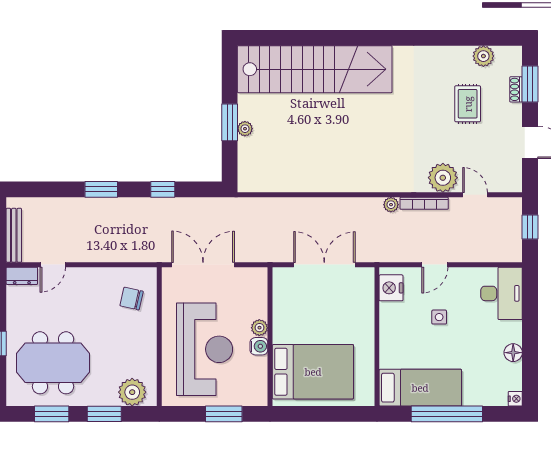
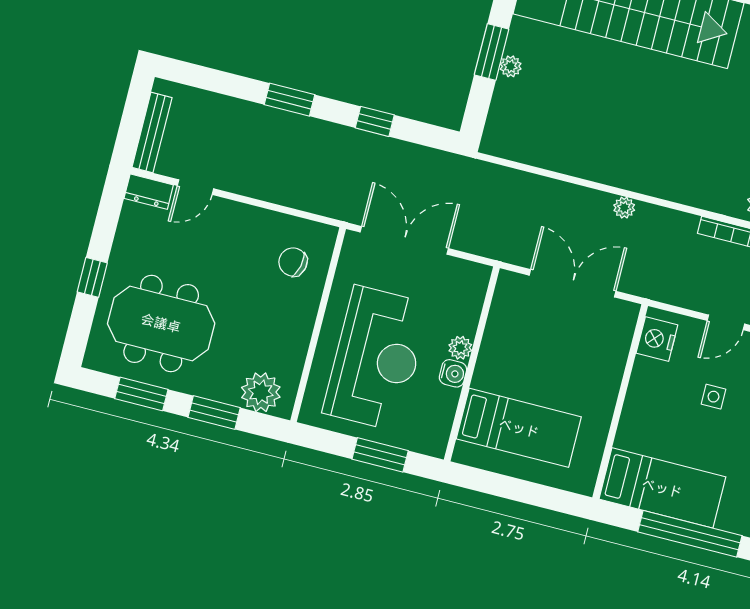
plant: (391, 205) -> (624, 208), moved
bed: (313, 372) -> (519, 428), width x0.67

